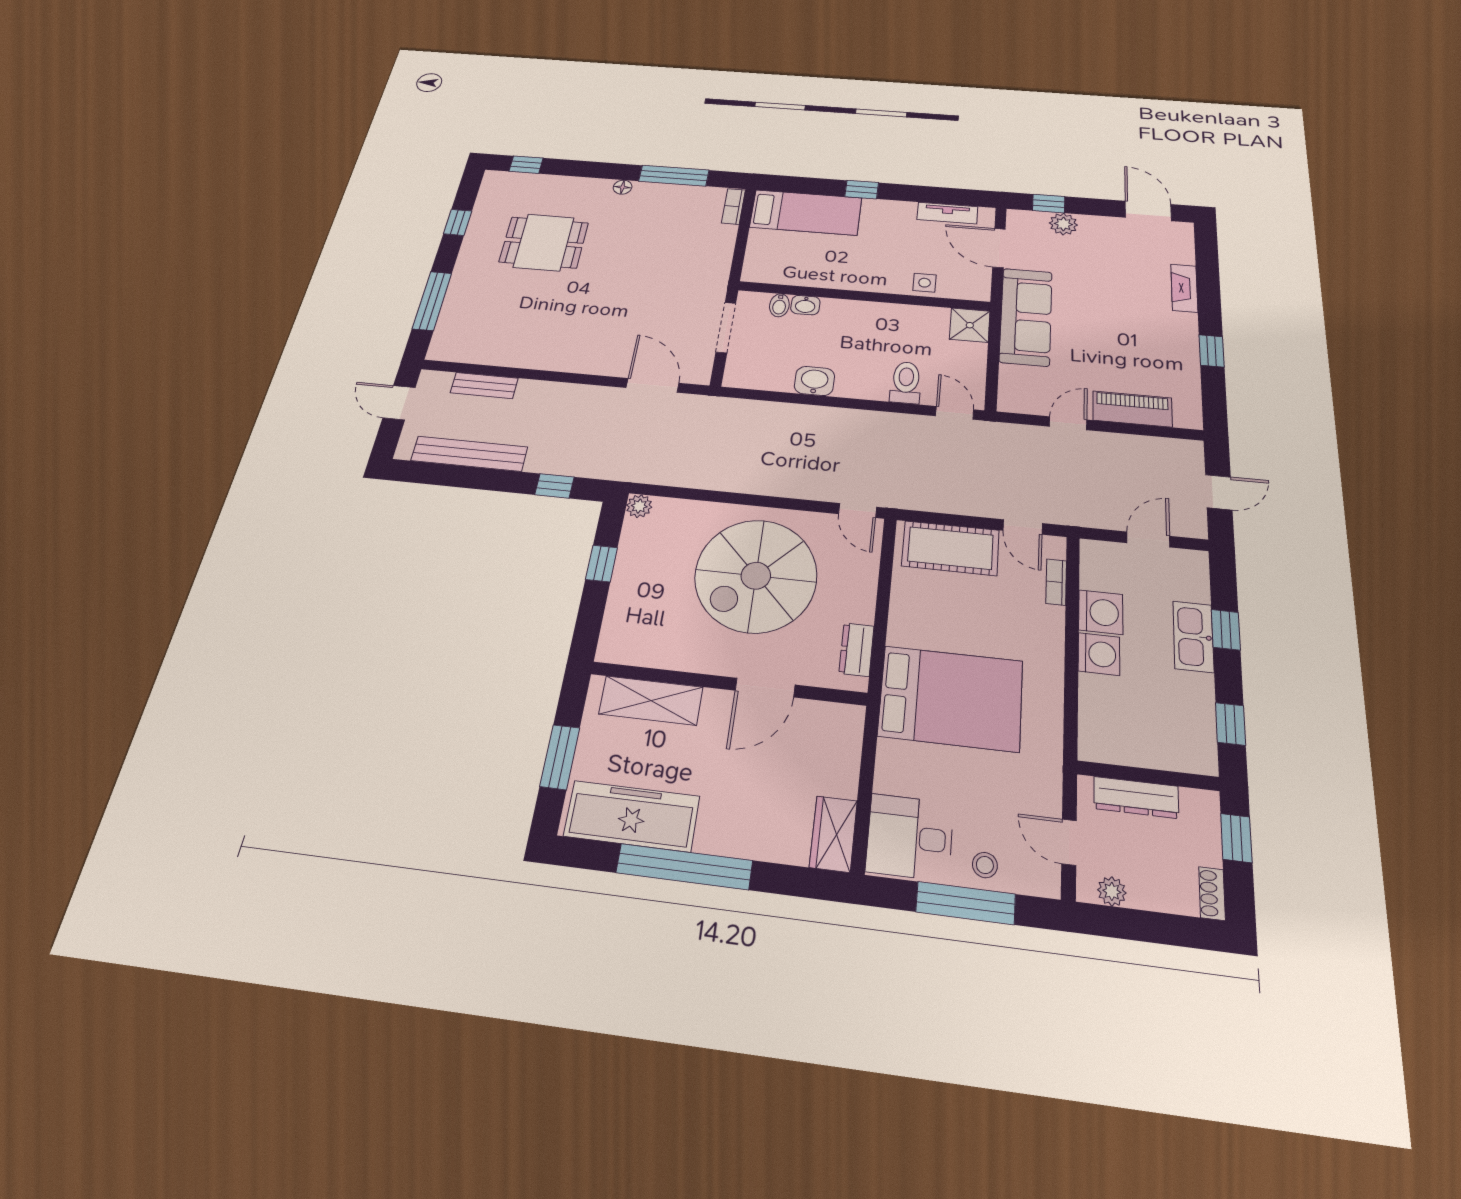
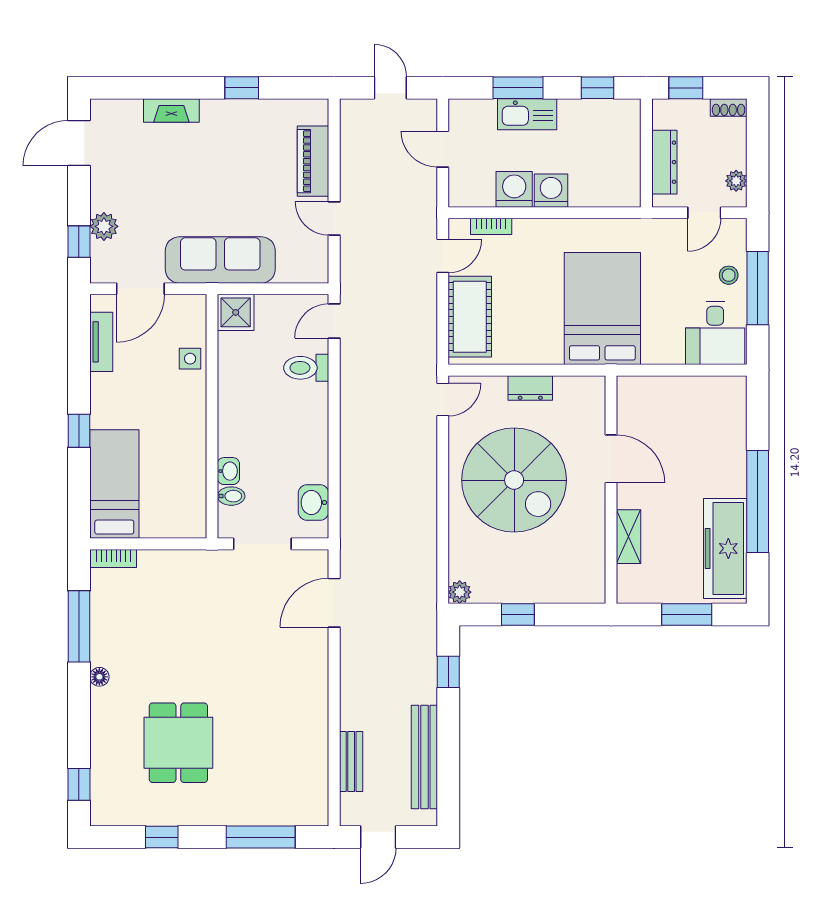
washbasin: (814, 381) -> (313, 503), moved
window: (1226, 630) -> (518, 88), width x1.50
dresser: (856, 650) -> (530, 388), moved
shelving: (651, 701) -> (629, 537), width x0.67, depth x0.75
wardrobe: (833, 834) -> (720, 391), removed

